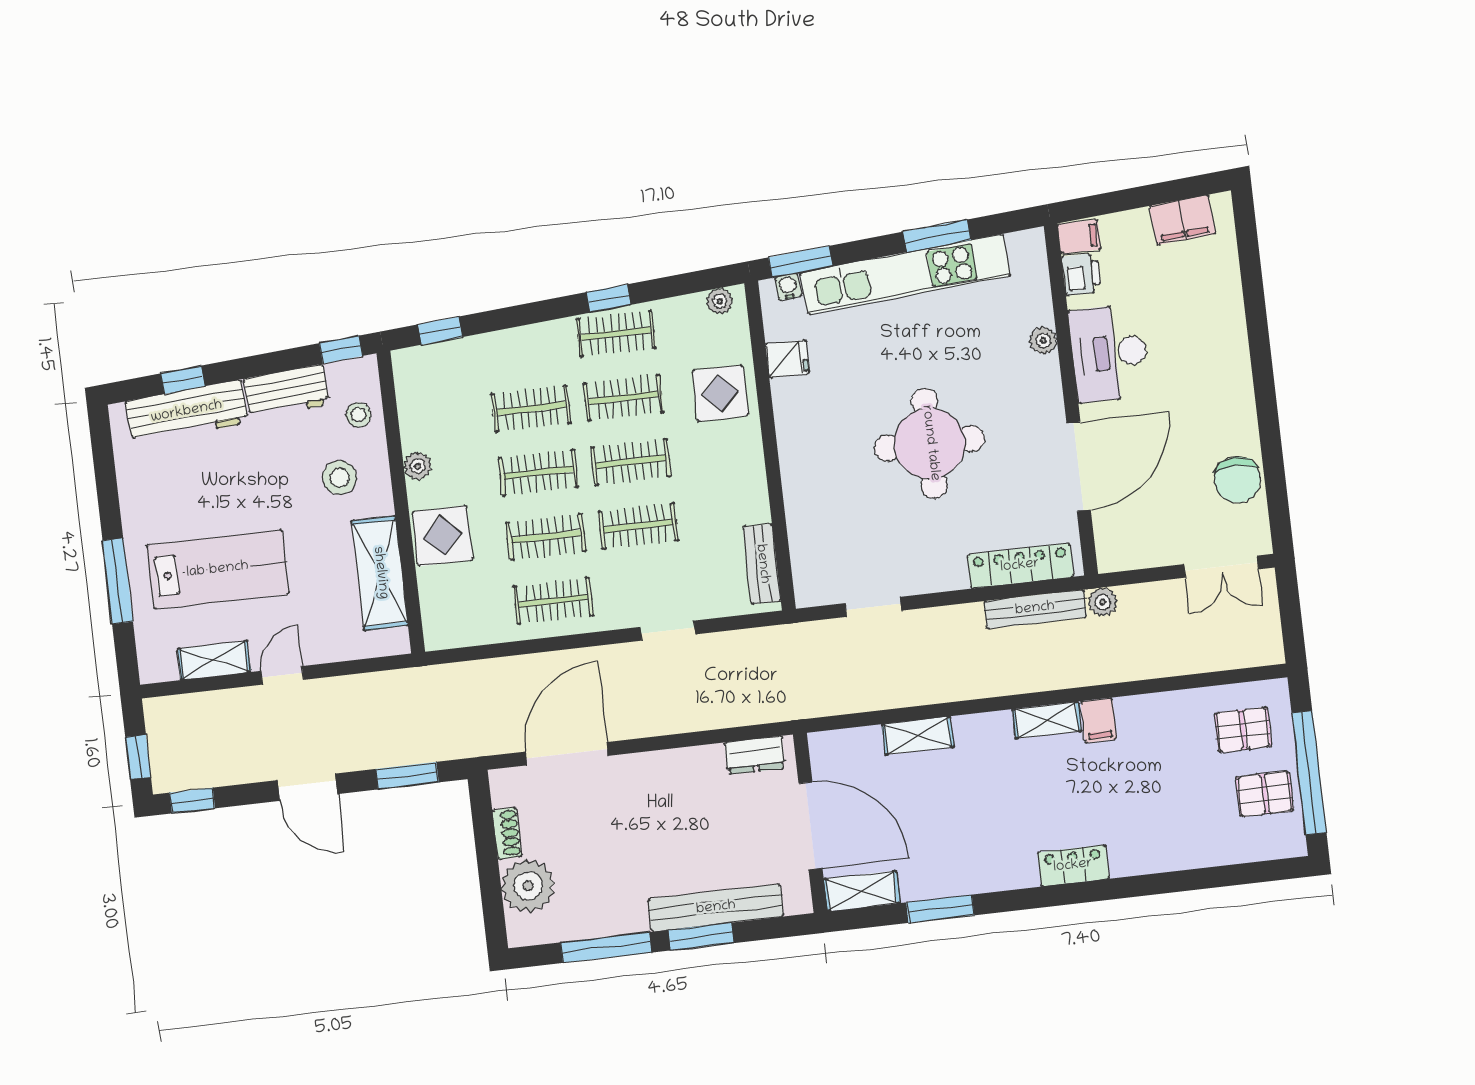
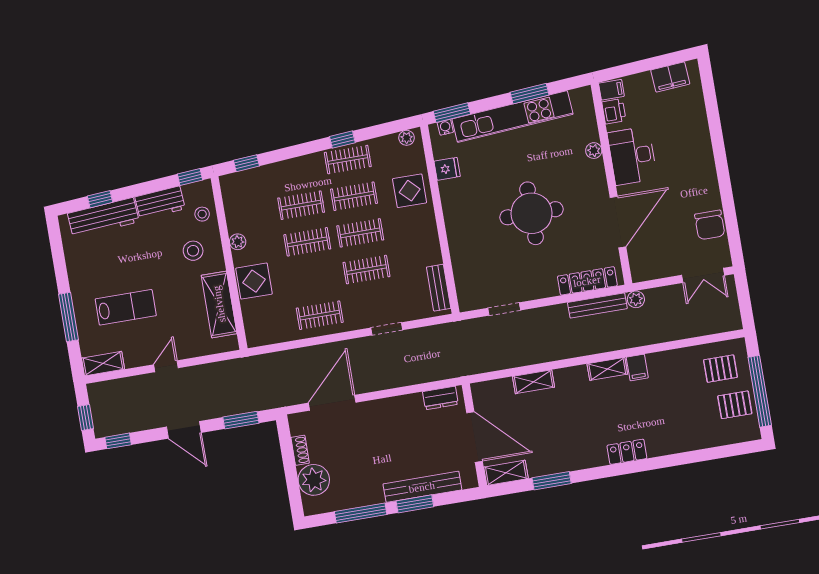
clothes rail: (546, 537) -> (314, 279), removed
lab bench: (218, 570) -> (126, 307), width x0.73, depth x0.72
shelving: (214, 660) -> (103, 364), moved

